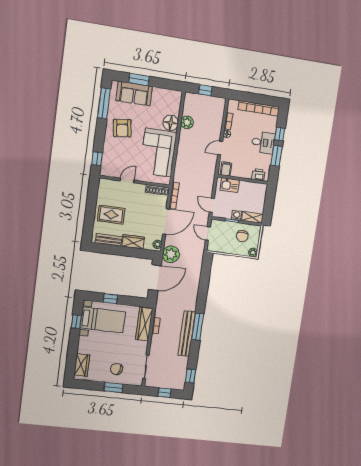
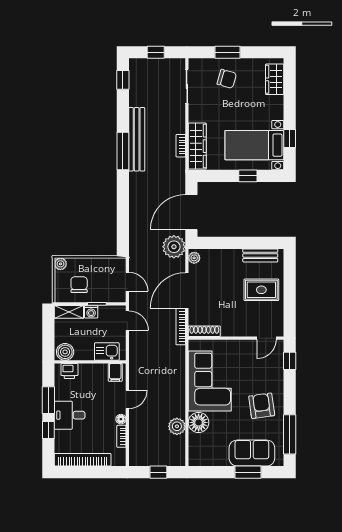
door: (127, 180) -> (266, 338), moved
boiler: (259, 189) -> (65, 352), added
wardrobe: (133, 242) -> (227, 257), removed

